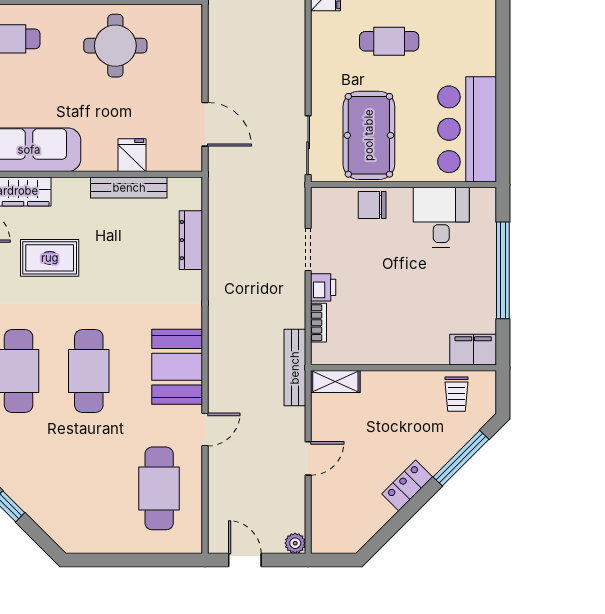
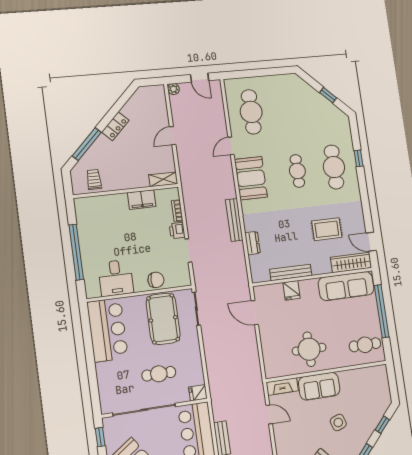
dresser: (191, 240) -> (253, 243), width x0.70
filing cabinet: (473, 350) -> (142, 200), moved
bench: (295, 368) -> (234, 220), moved
cafe table: (89, 371) -> (297, 171), width x0.73, depth x0.74

